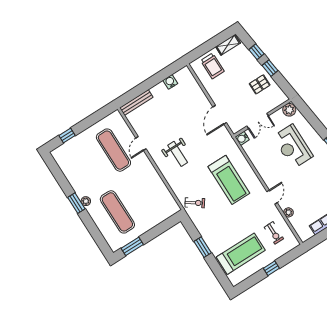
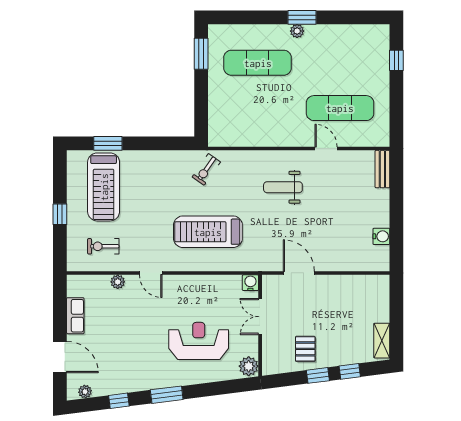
trolley: (212, 66) -> (367, 303), removed
bench: (136, 103) -> (382, 169), width x0.73
window: (203, 247) -> (108, 143), moved

